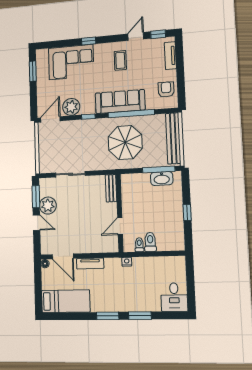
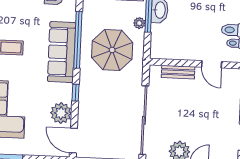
plant: (149, 163) -> (139, 23), added
sliding door: (70, 174) -> (144, 120), width x1.86
bench: (111, 188) -> (178, 72), moved

